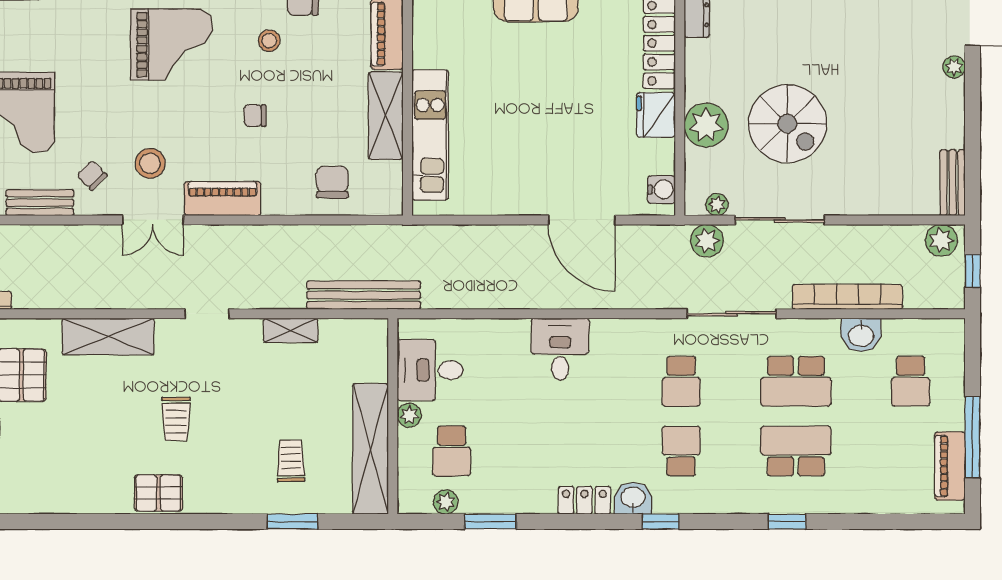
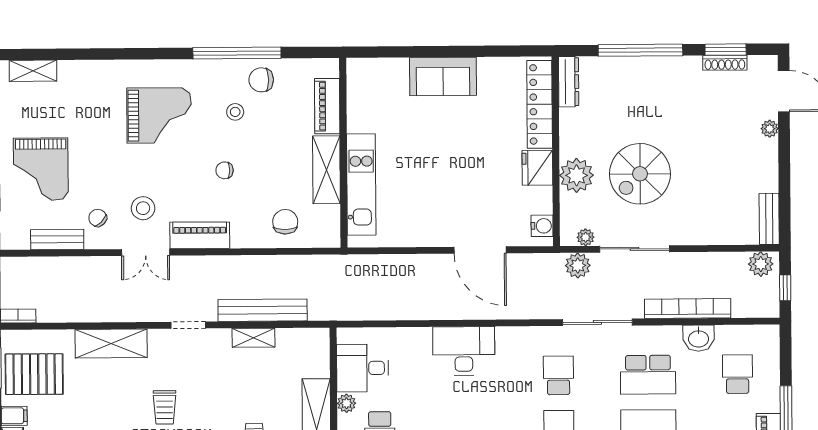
spiral stairs: (787, 124) -> (640, 174), turned 90
bench: (364, 295) -> (263, 310), moved
desk: (560, 349) -> (464, 351), width x1.37
school desk: (681, 381) -> (558, 375), turned 180
school desk: (911, 381) -> (737, 374), turned 180

